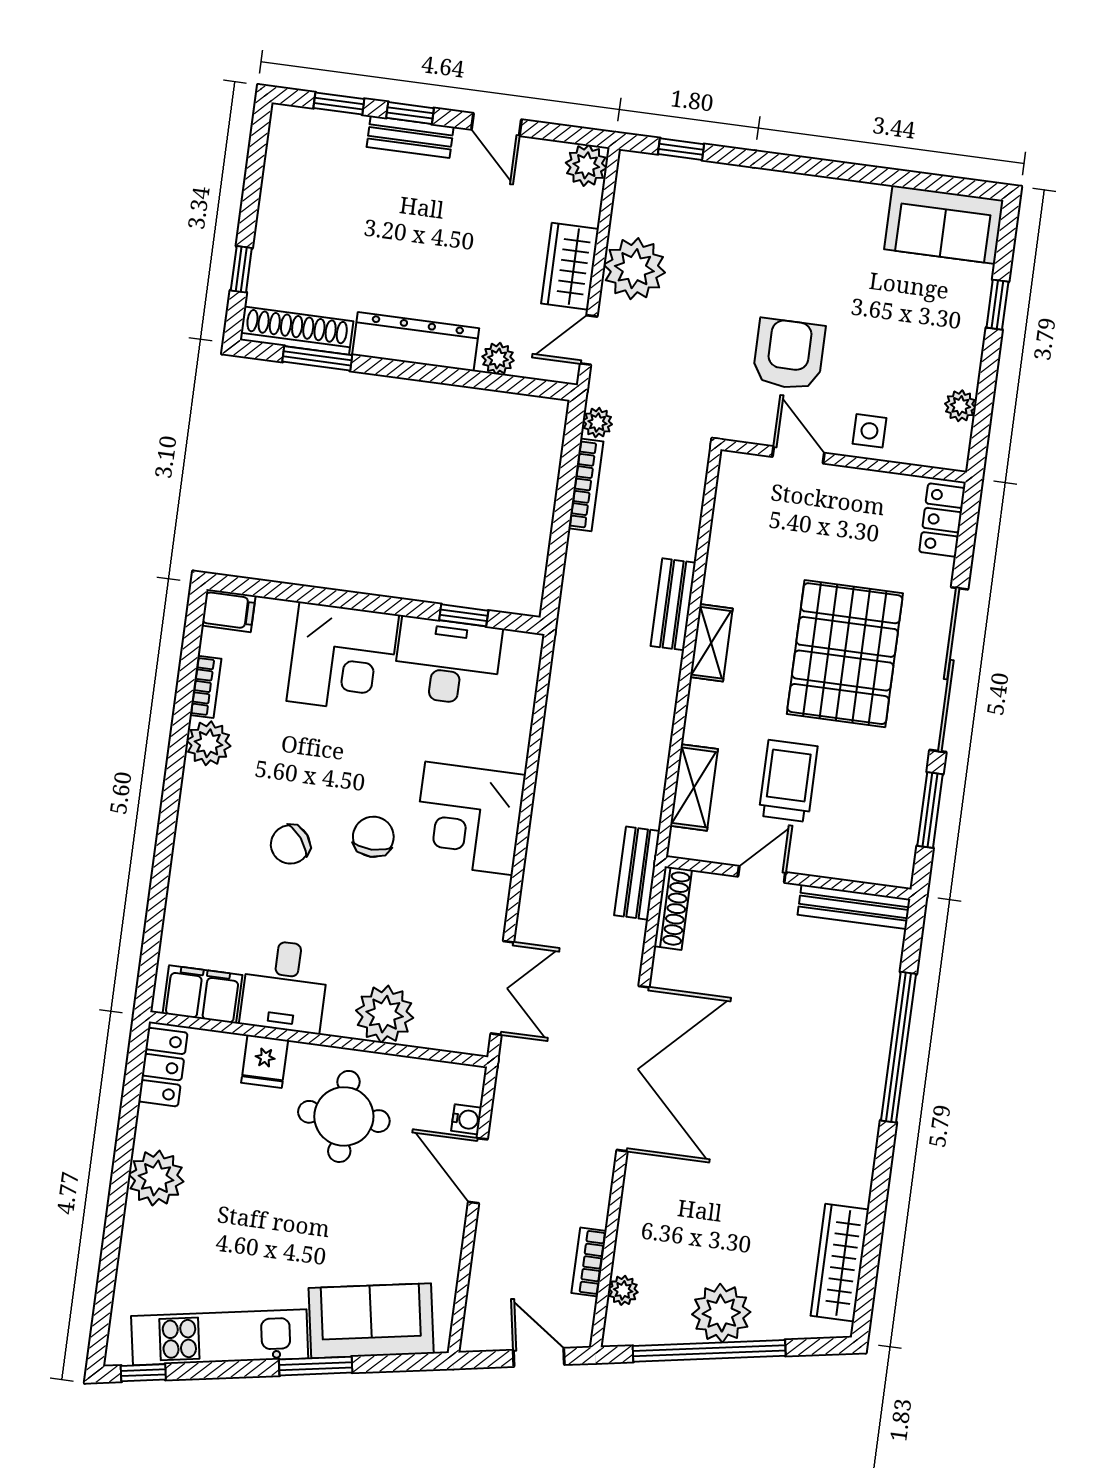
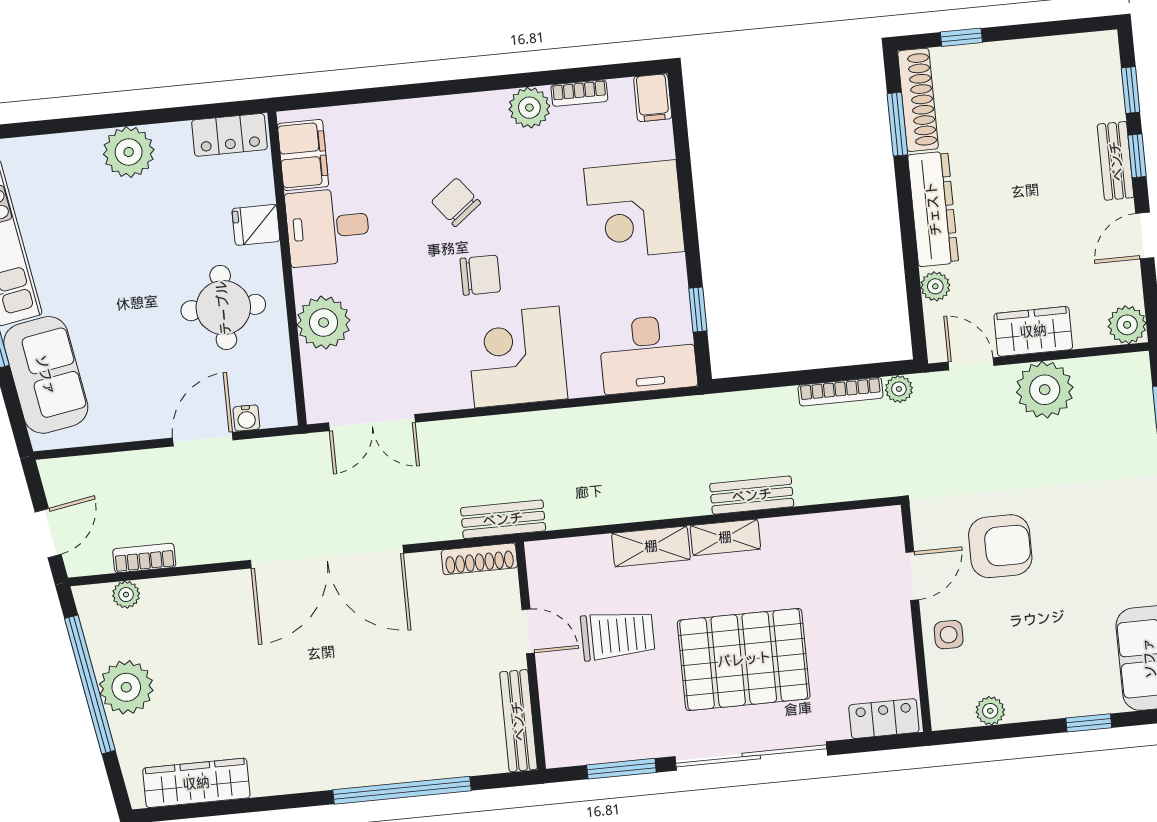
desk: (447, 661) -> (648, 354), moved, turned 90
shelving: (694, 787) -> (651, 546), moved

